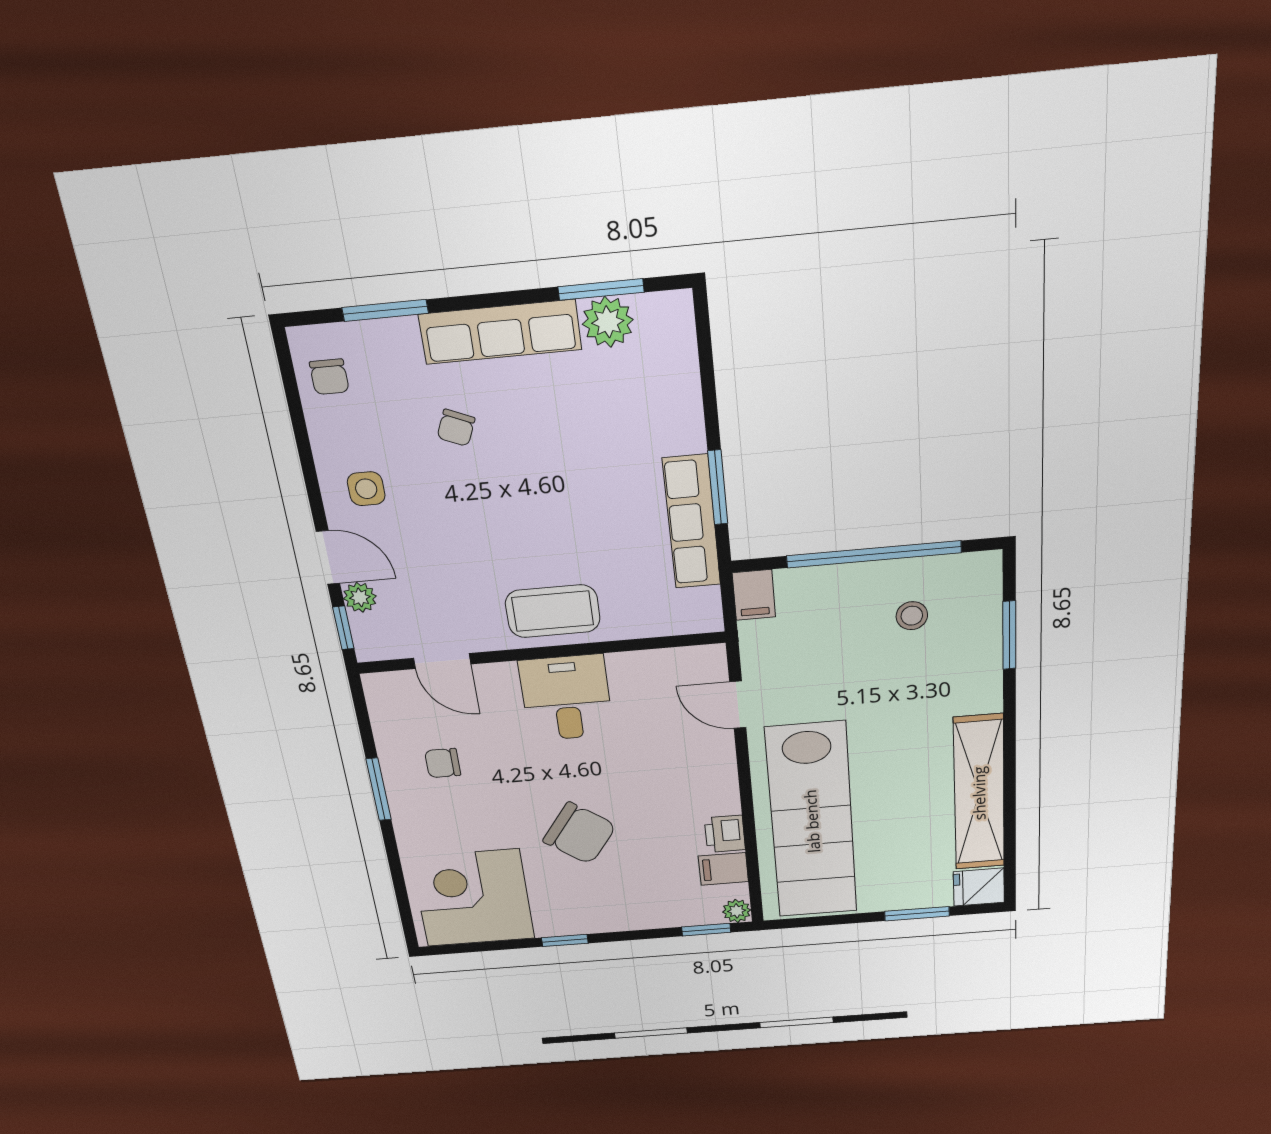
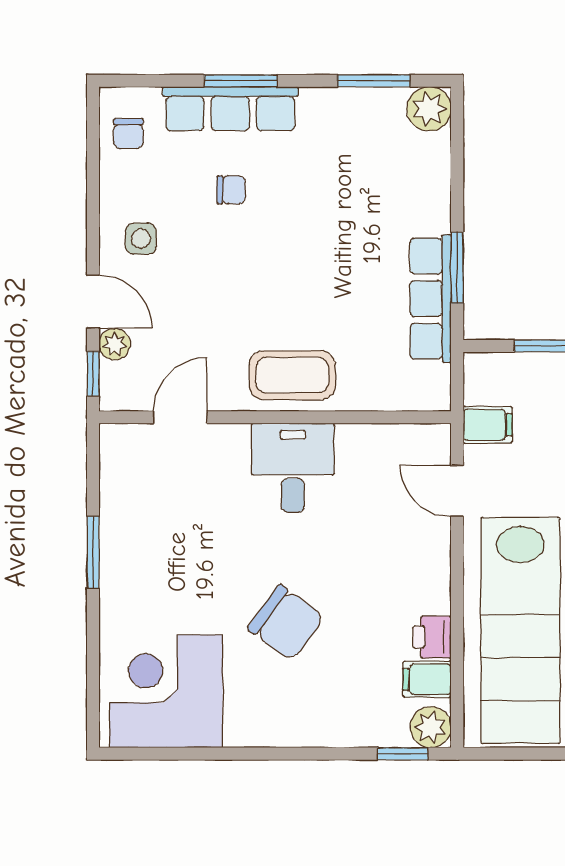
window: (385, 310) -> (241, 81), moved
plant: (608, 322) -> (429, 109), moved
row of seats: (500, 332) -> (230, 109), moved
chair: (456, 428) -> (231, 190), turned -113
filing cabinet: (754, 595) -> (488, 425), moved, turned -90
door: (442, 661) -> (180, 417), swing flipped
chair: (443, 763) -> (162, 529), removed
plant: (737, 911) -> (431, 727), width x1.38, depth x1.38
window: (565, 940) -> (254, 754), removed

